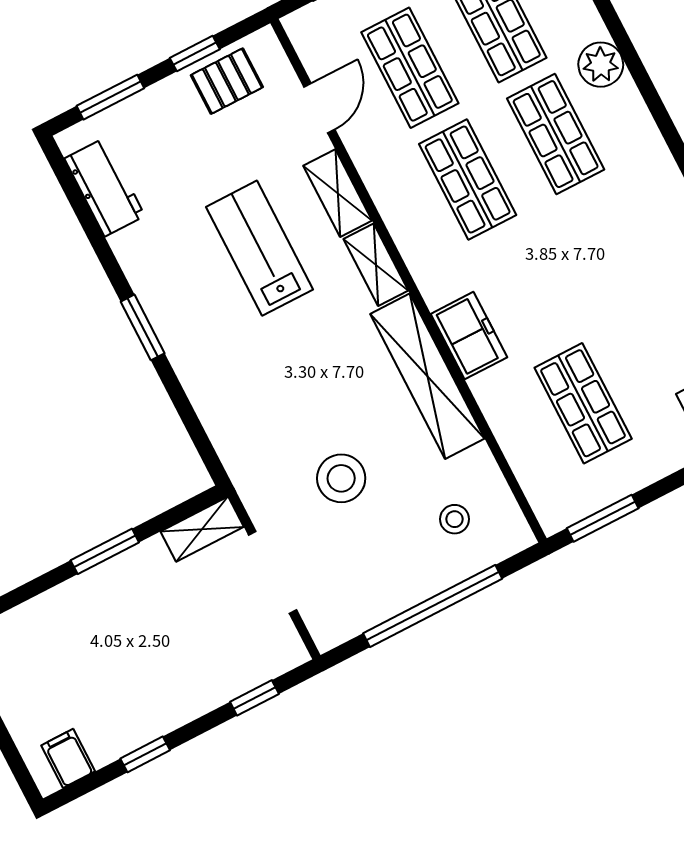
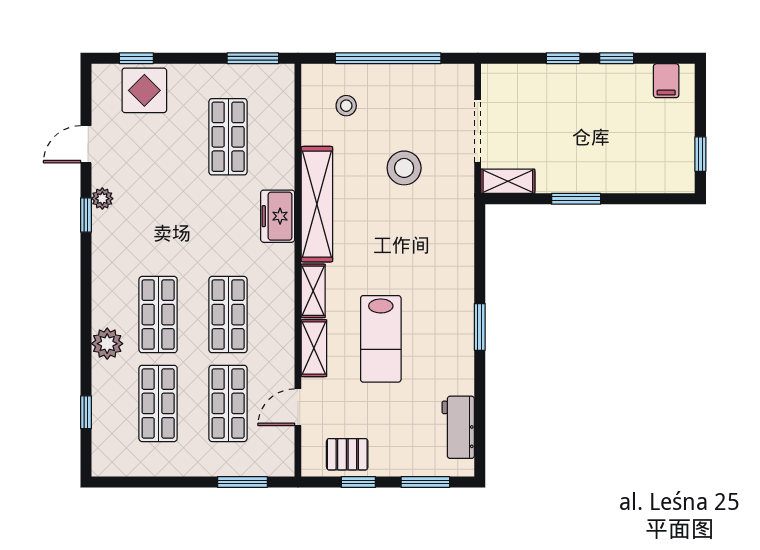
window: (254, 698) -> (563, 58), moved

